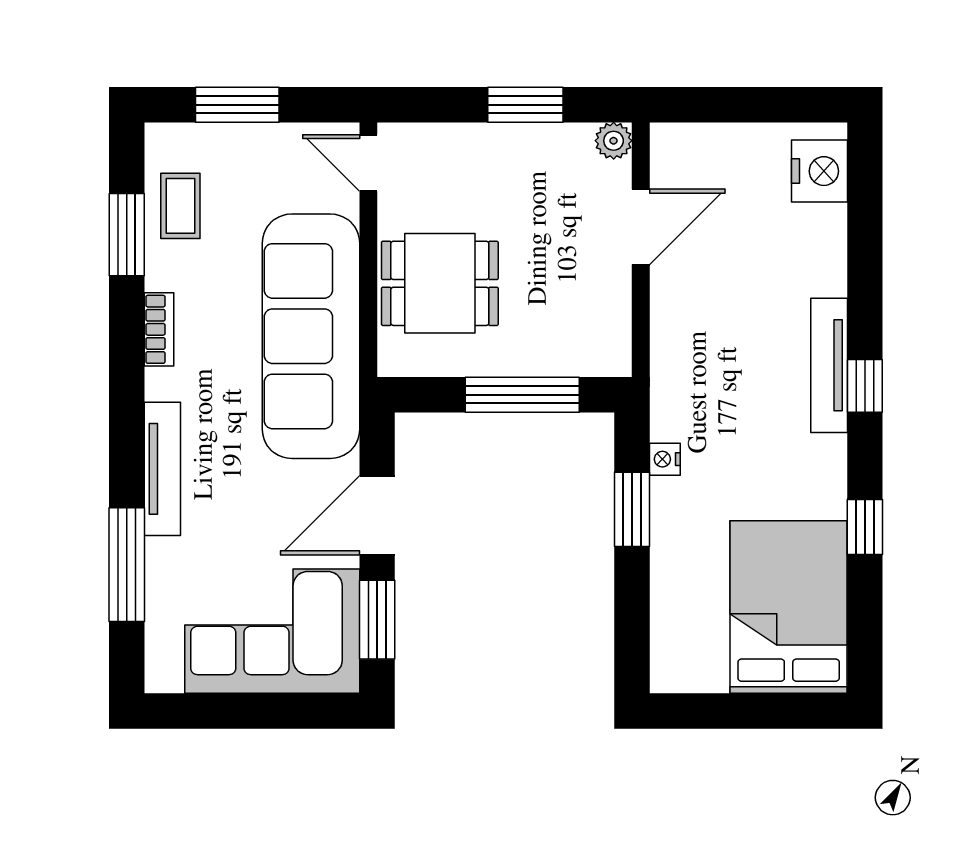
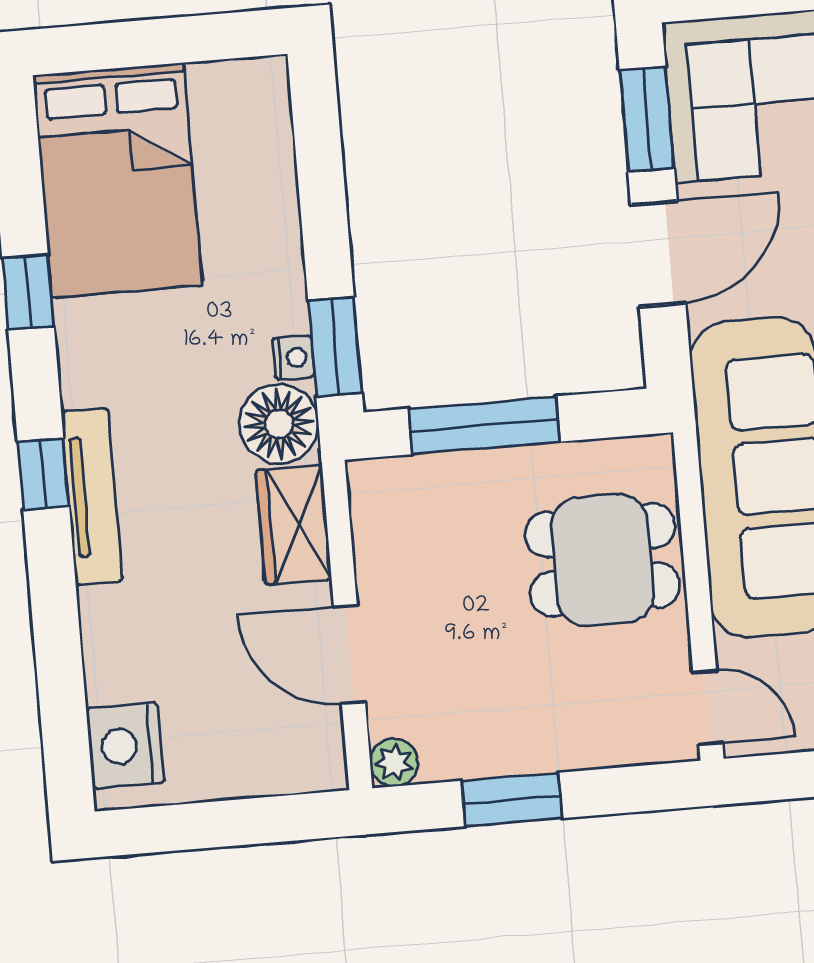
door: (641, 227) -> (349, 654), hinge flipped
wardrobe: (675, 330) -> (294, 525), added
floor lamp: (680, 409) -> (279, 424), added
window: (632, 509) -> (335, 347), moved

